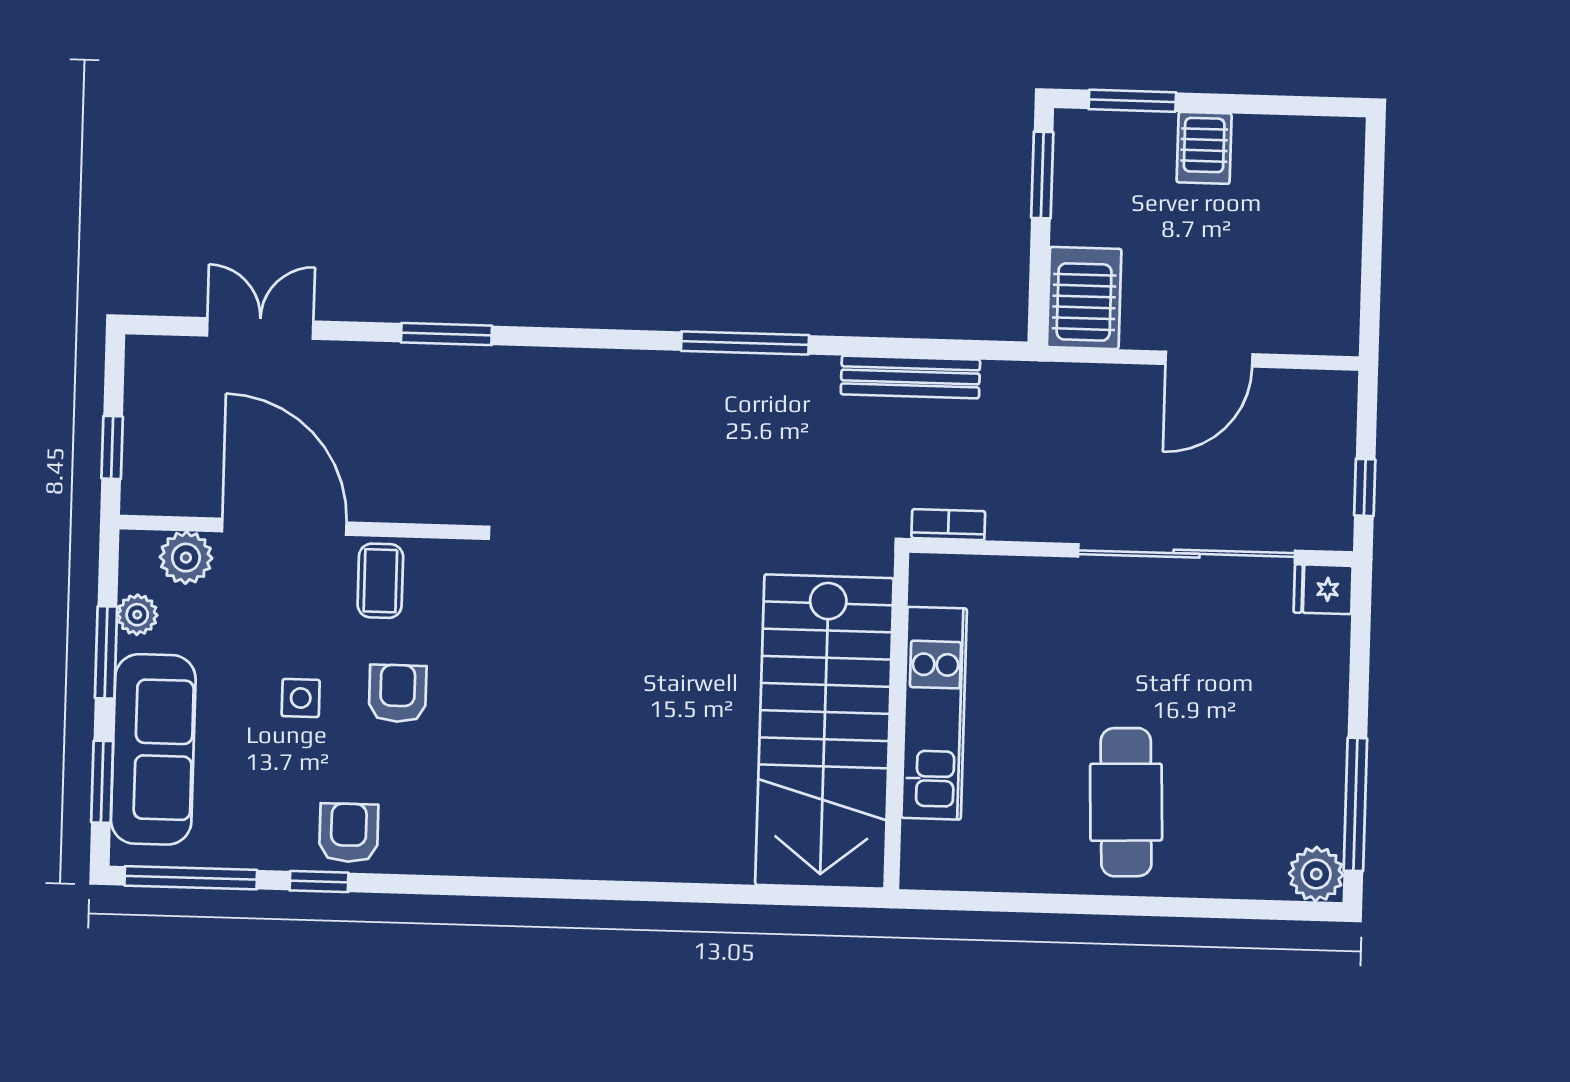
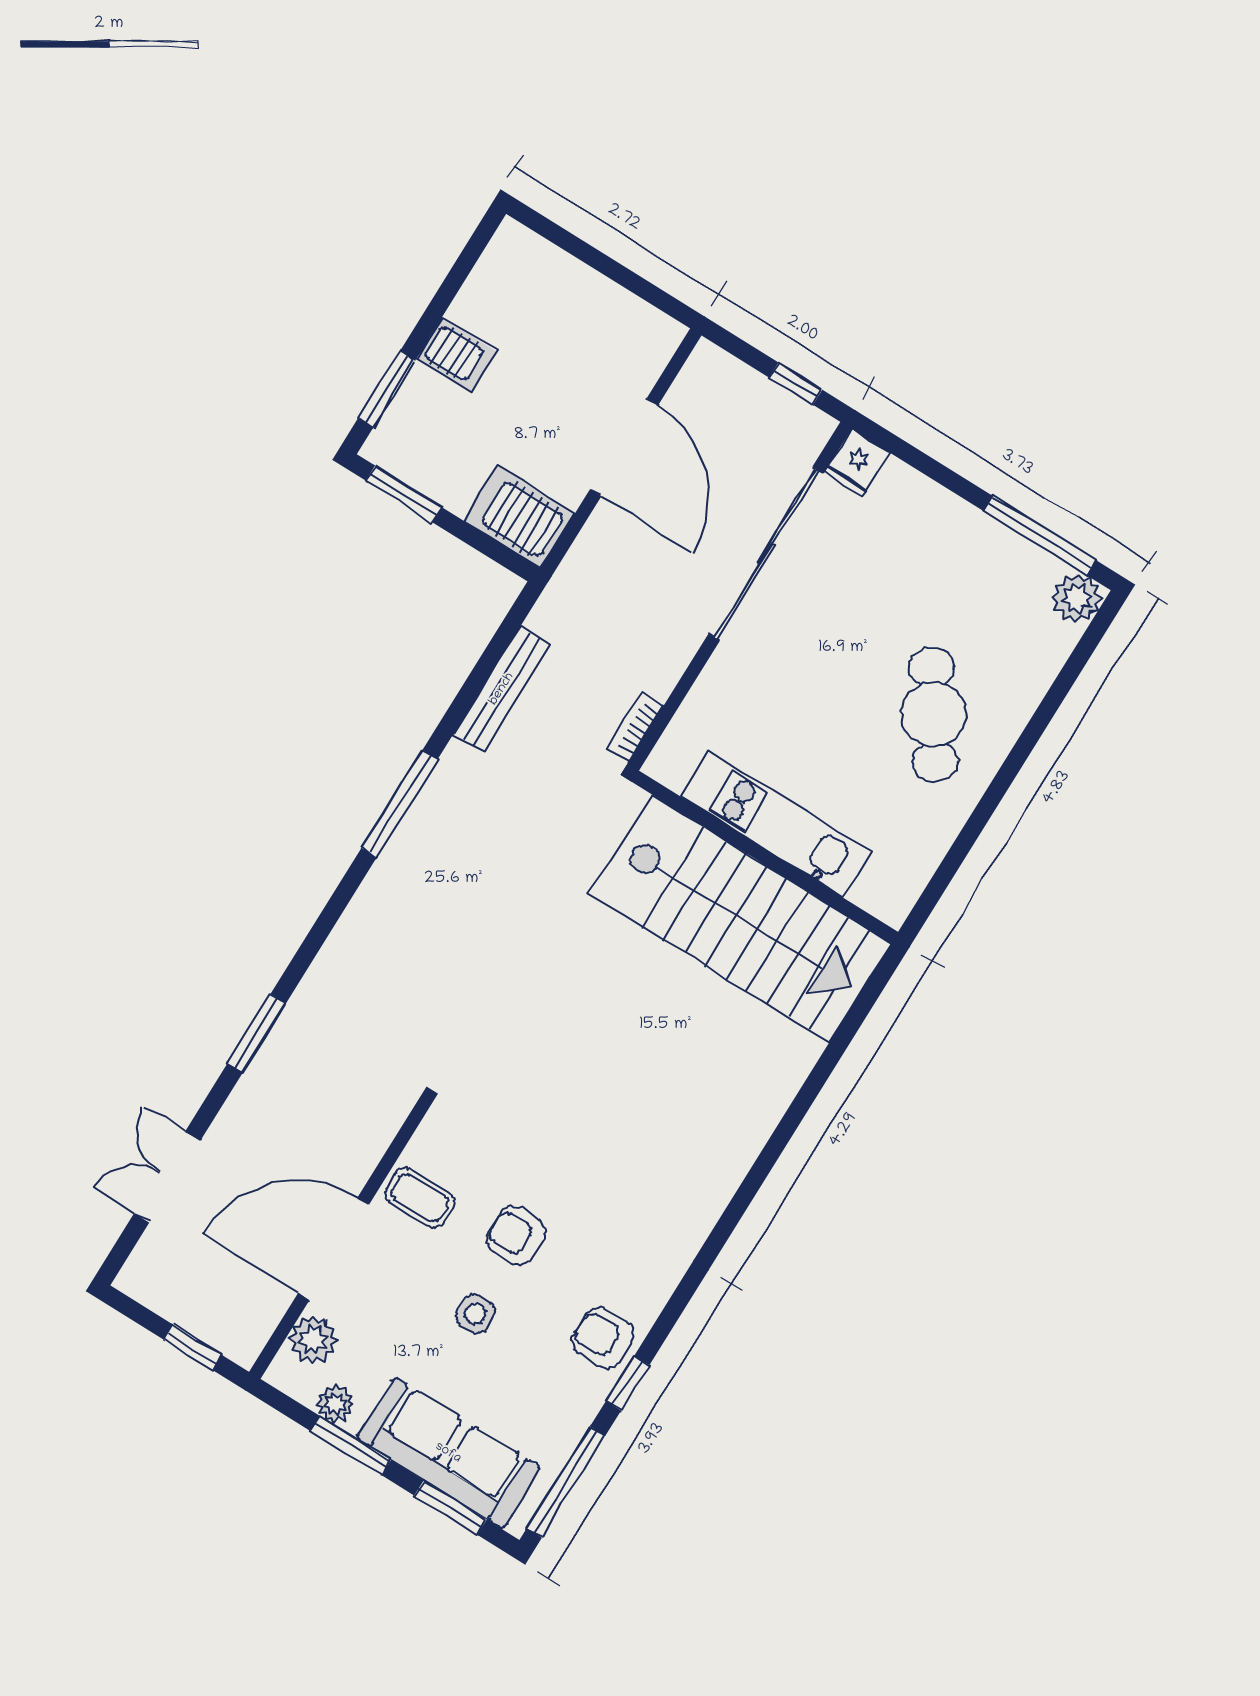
door: (1209, 359) -> (624, 447), width x1.36
cafe table: (1126, 802) -> (934, 714), turned 58

